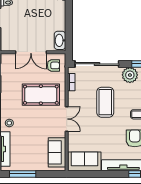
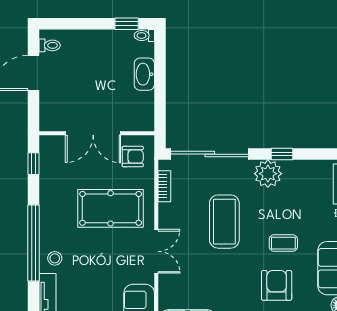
washbasin: (60, 40) -> (144, 74), moved

